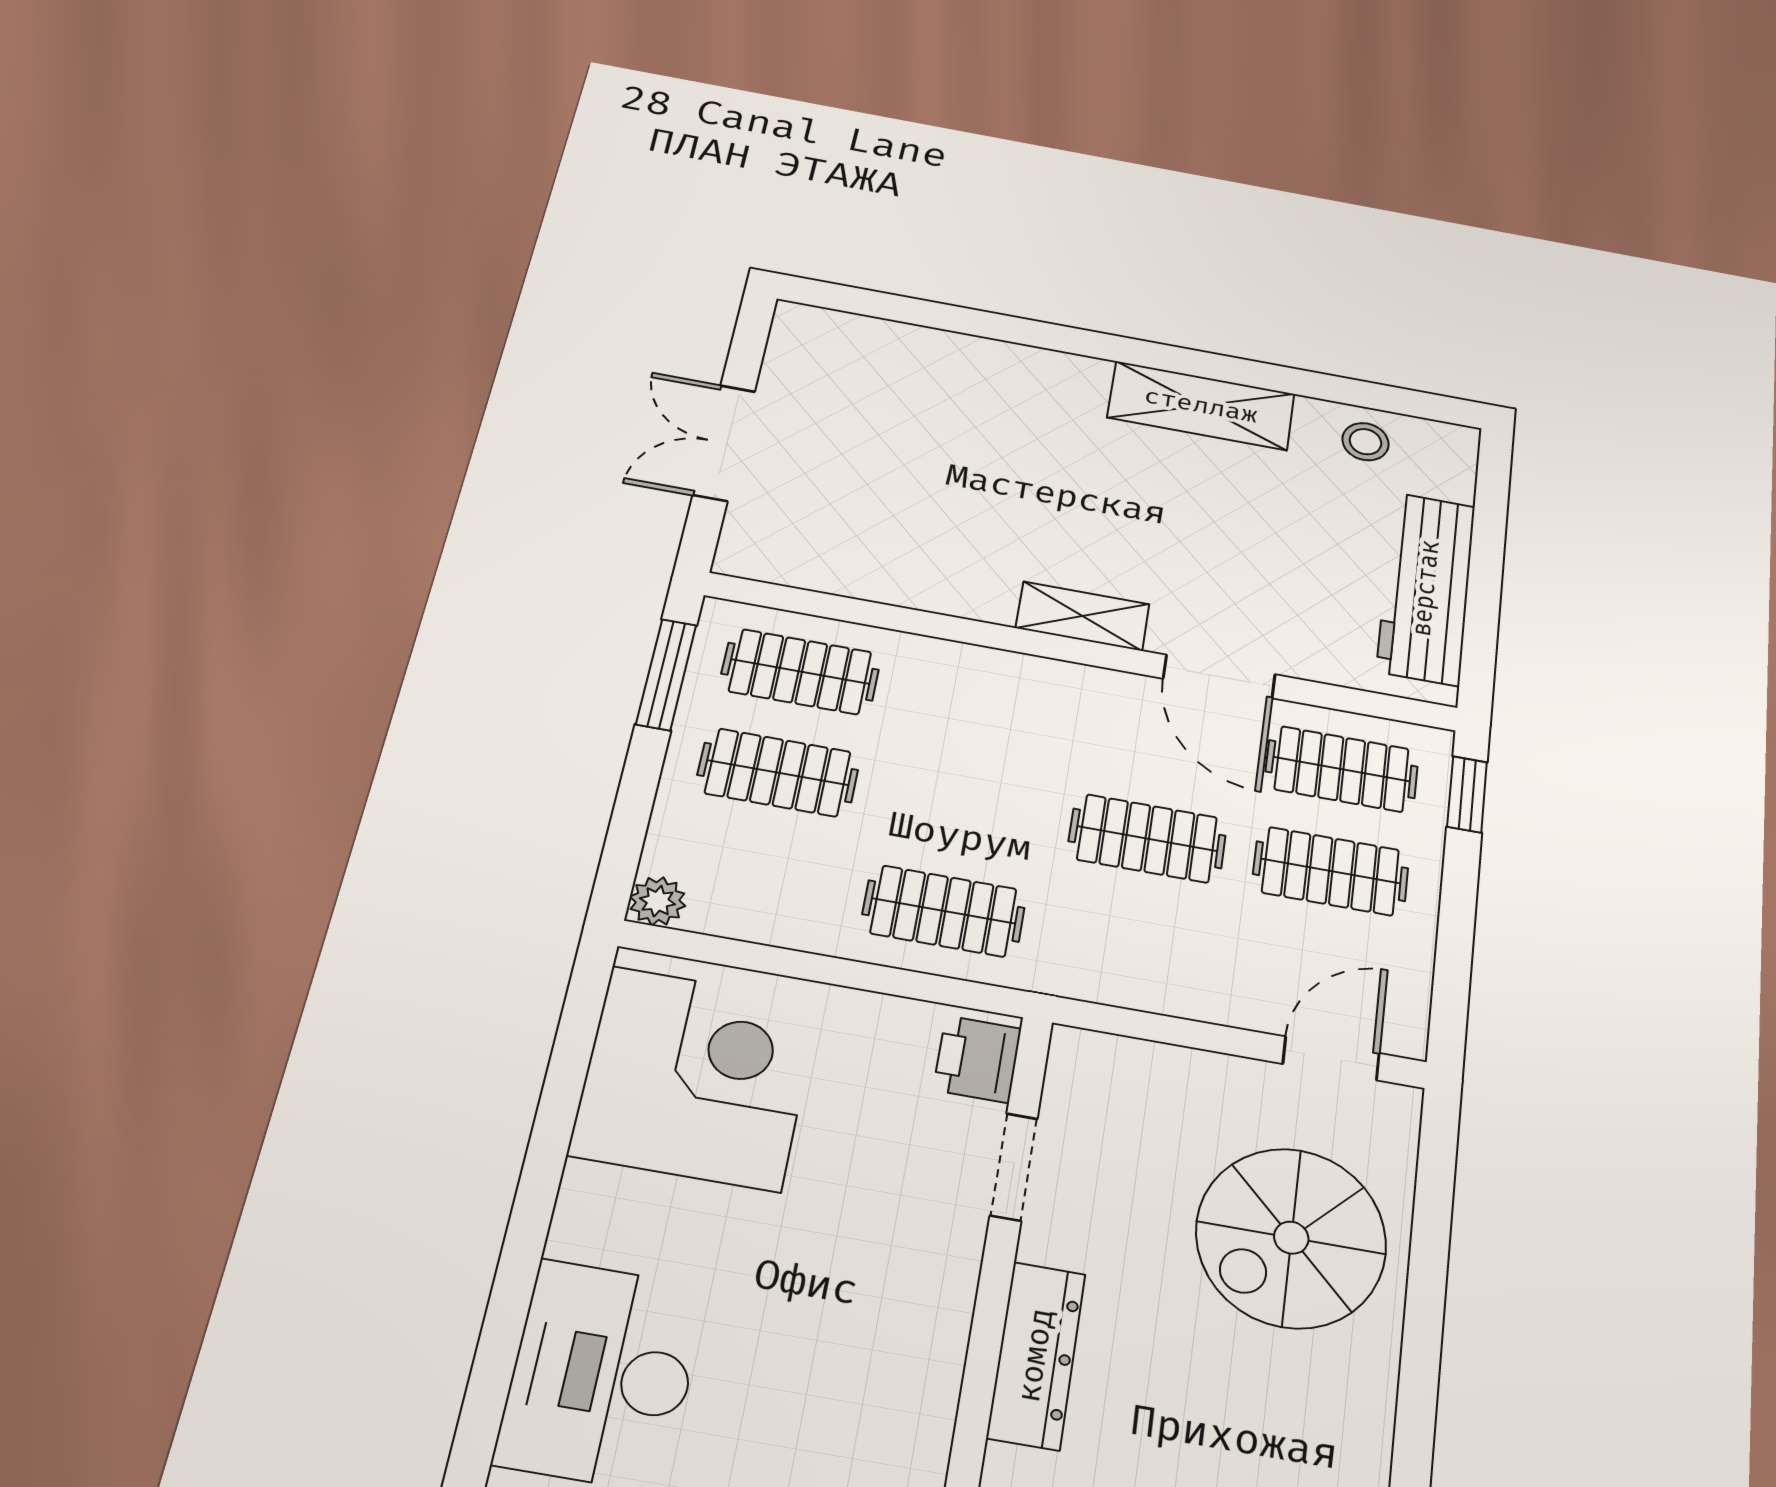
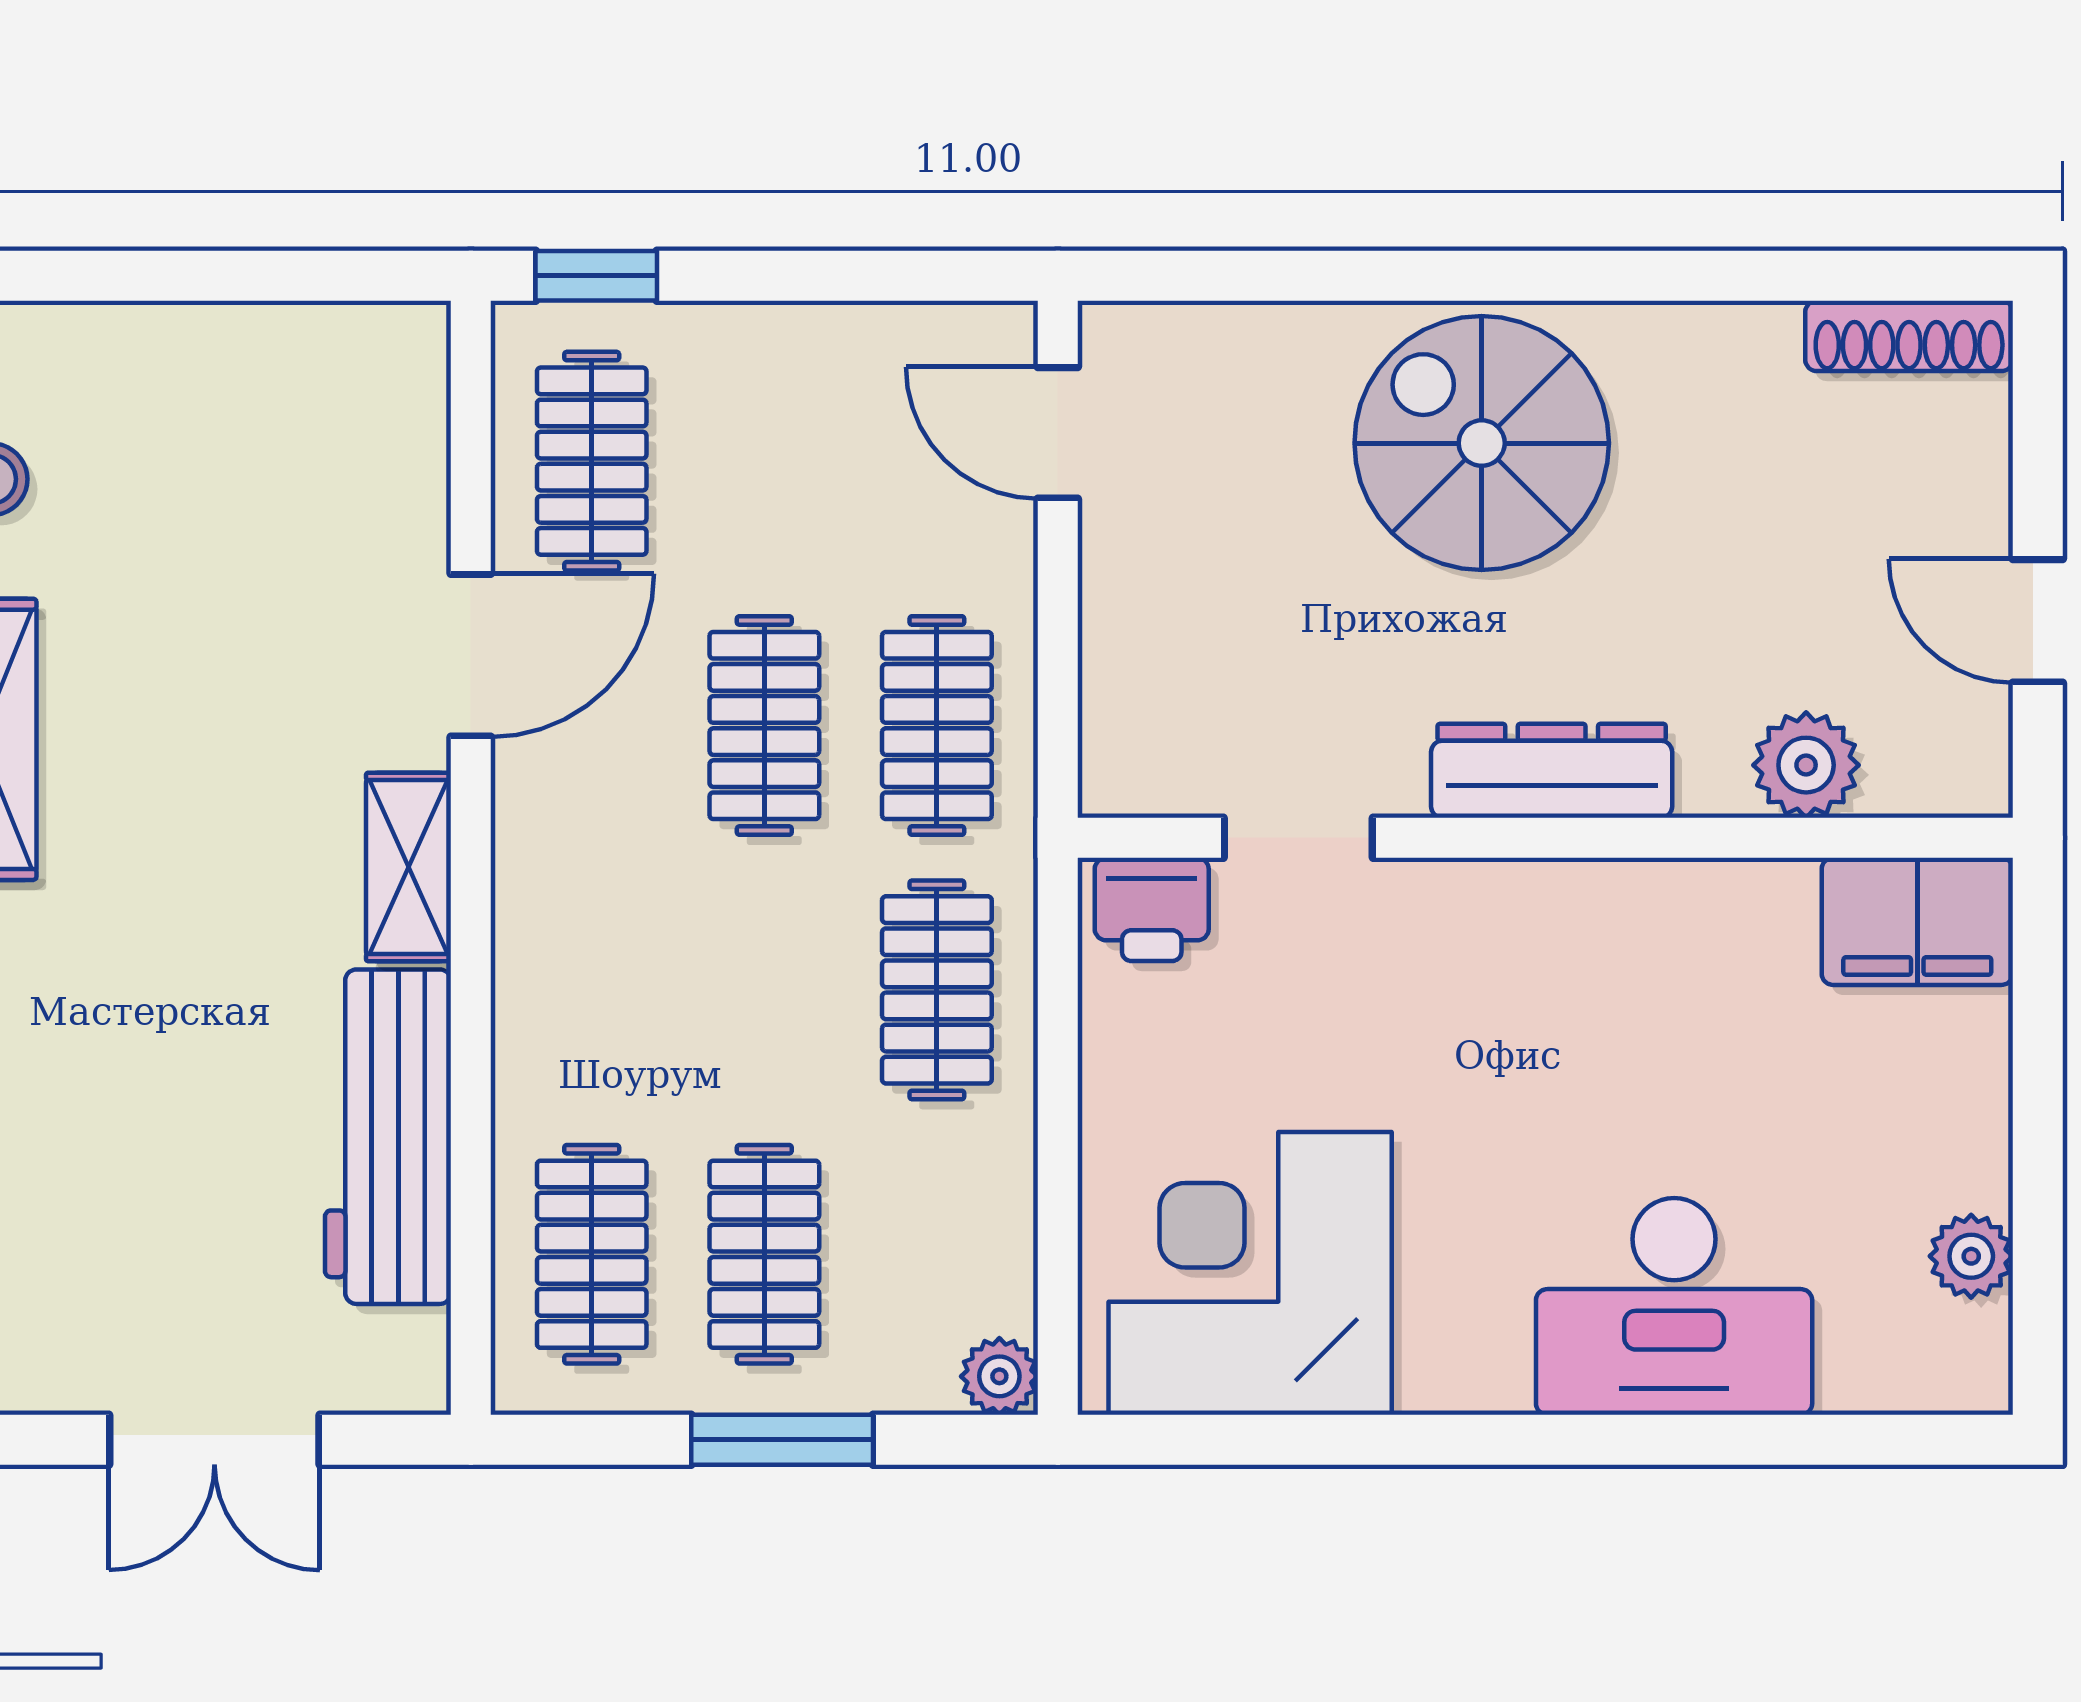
workbench: (1426, 588) -> (388, 1137), moved, turned 90
window: (666, 675) -> (782, 1440), moved
clothes rail: (1331, 871) -> (937, 726), moved
spiral stairs: (1291, 1238) -> (1482, 443), moved, turned 180

